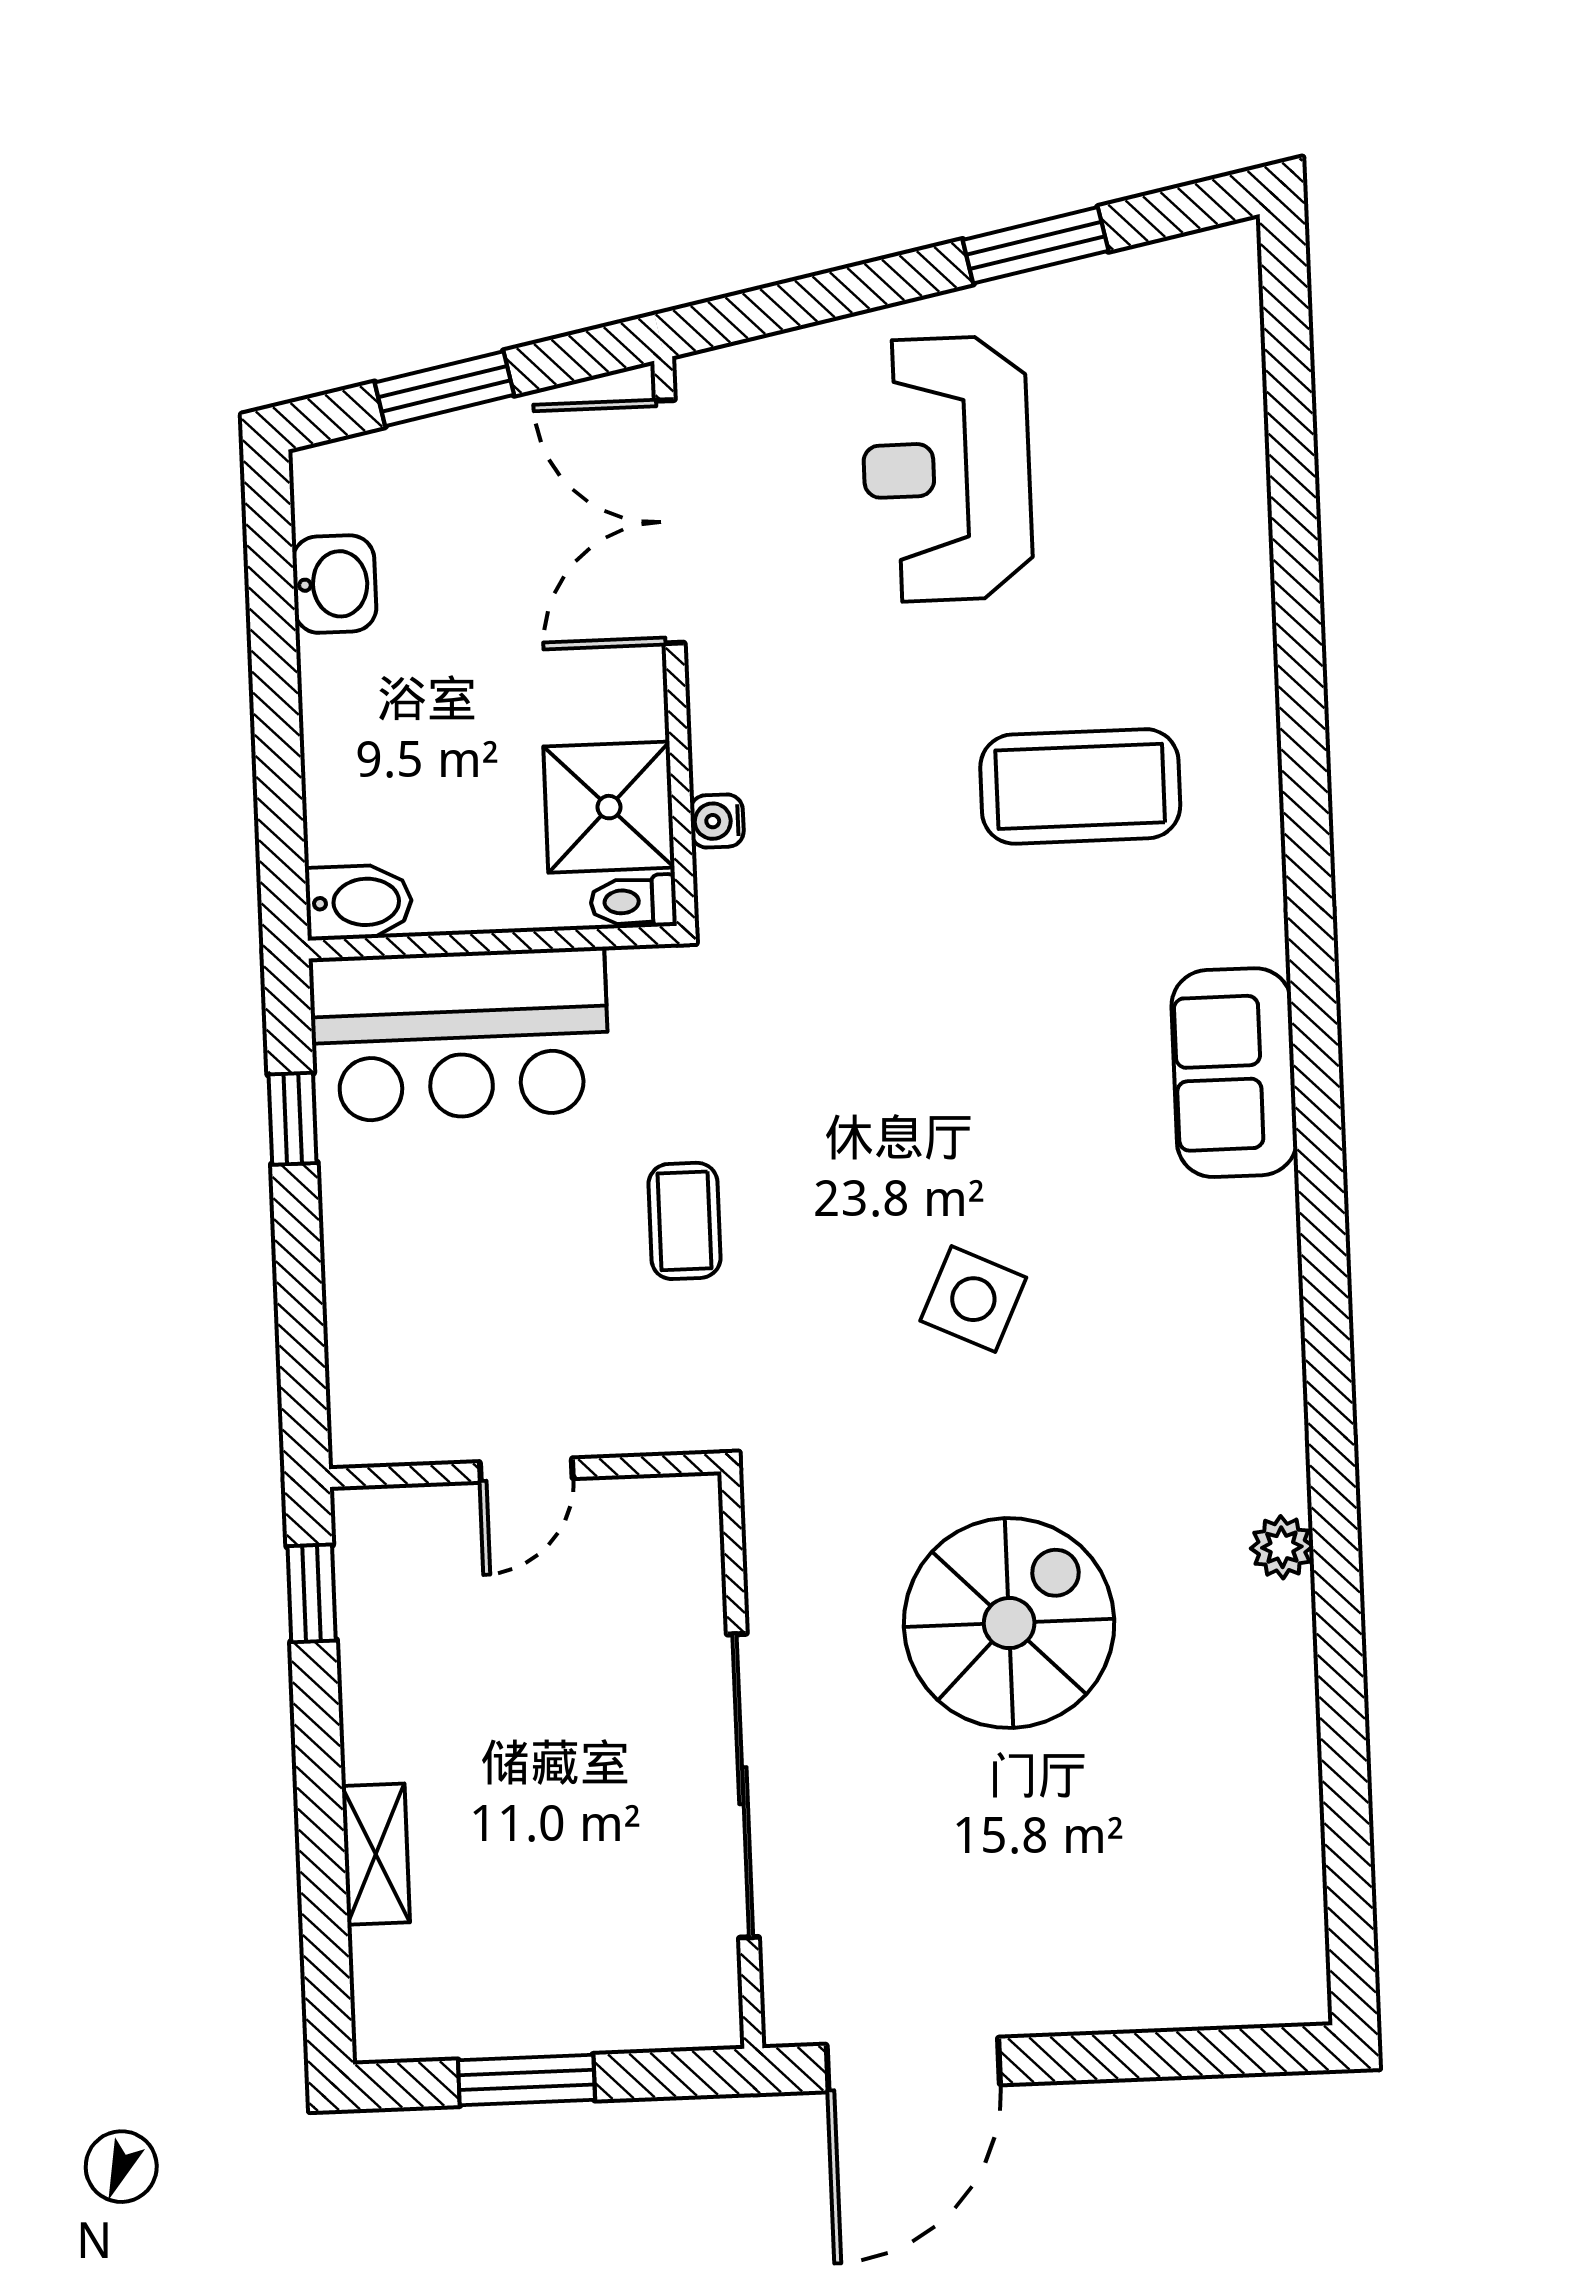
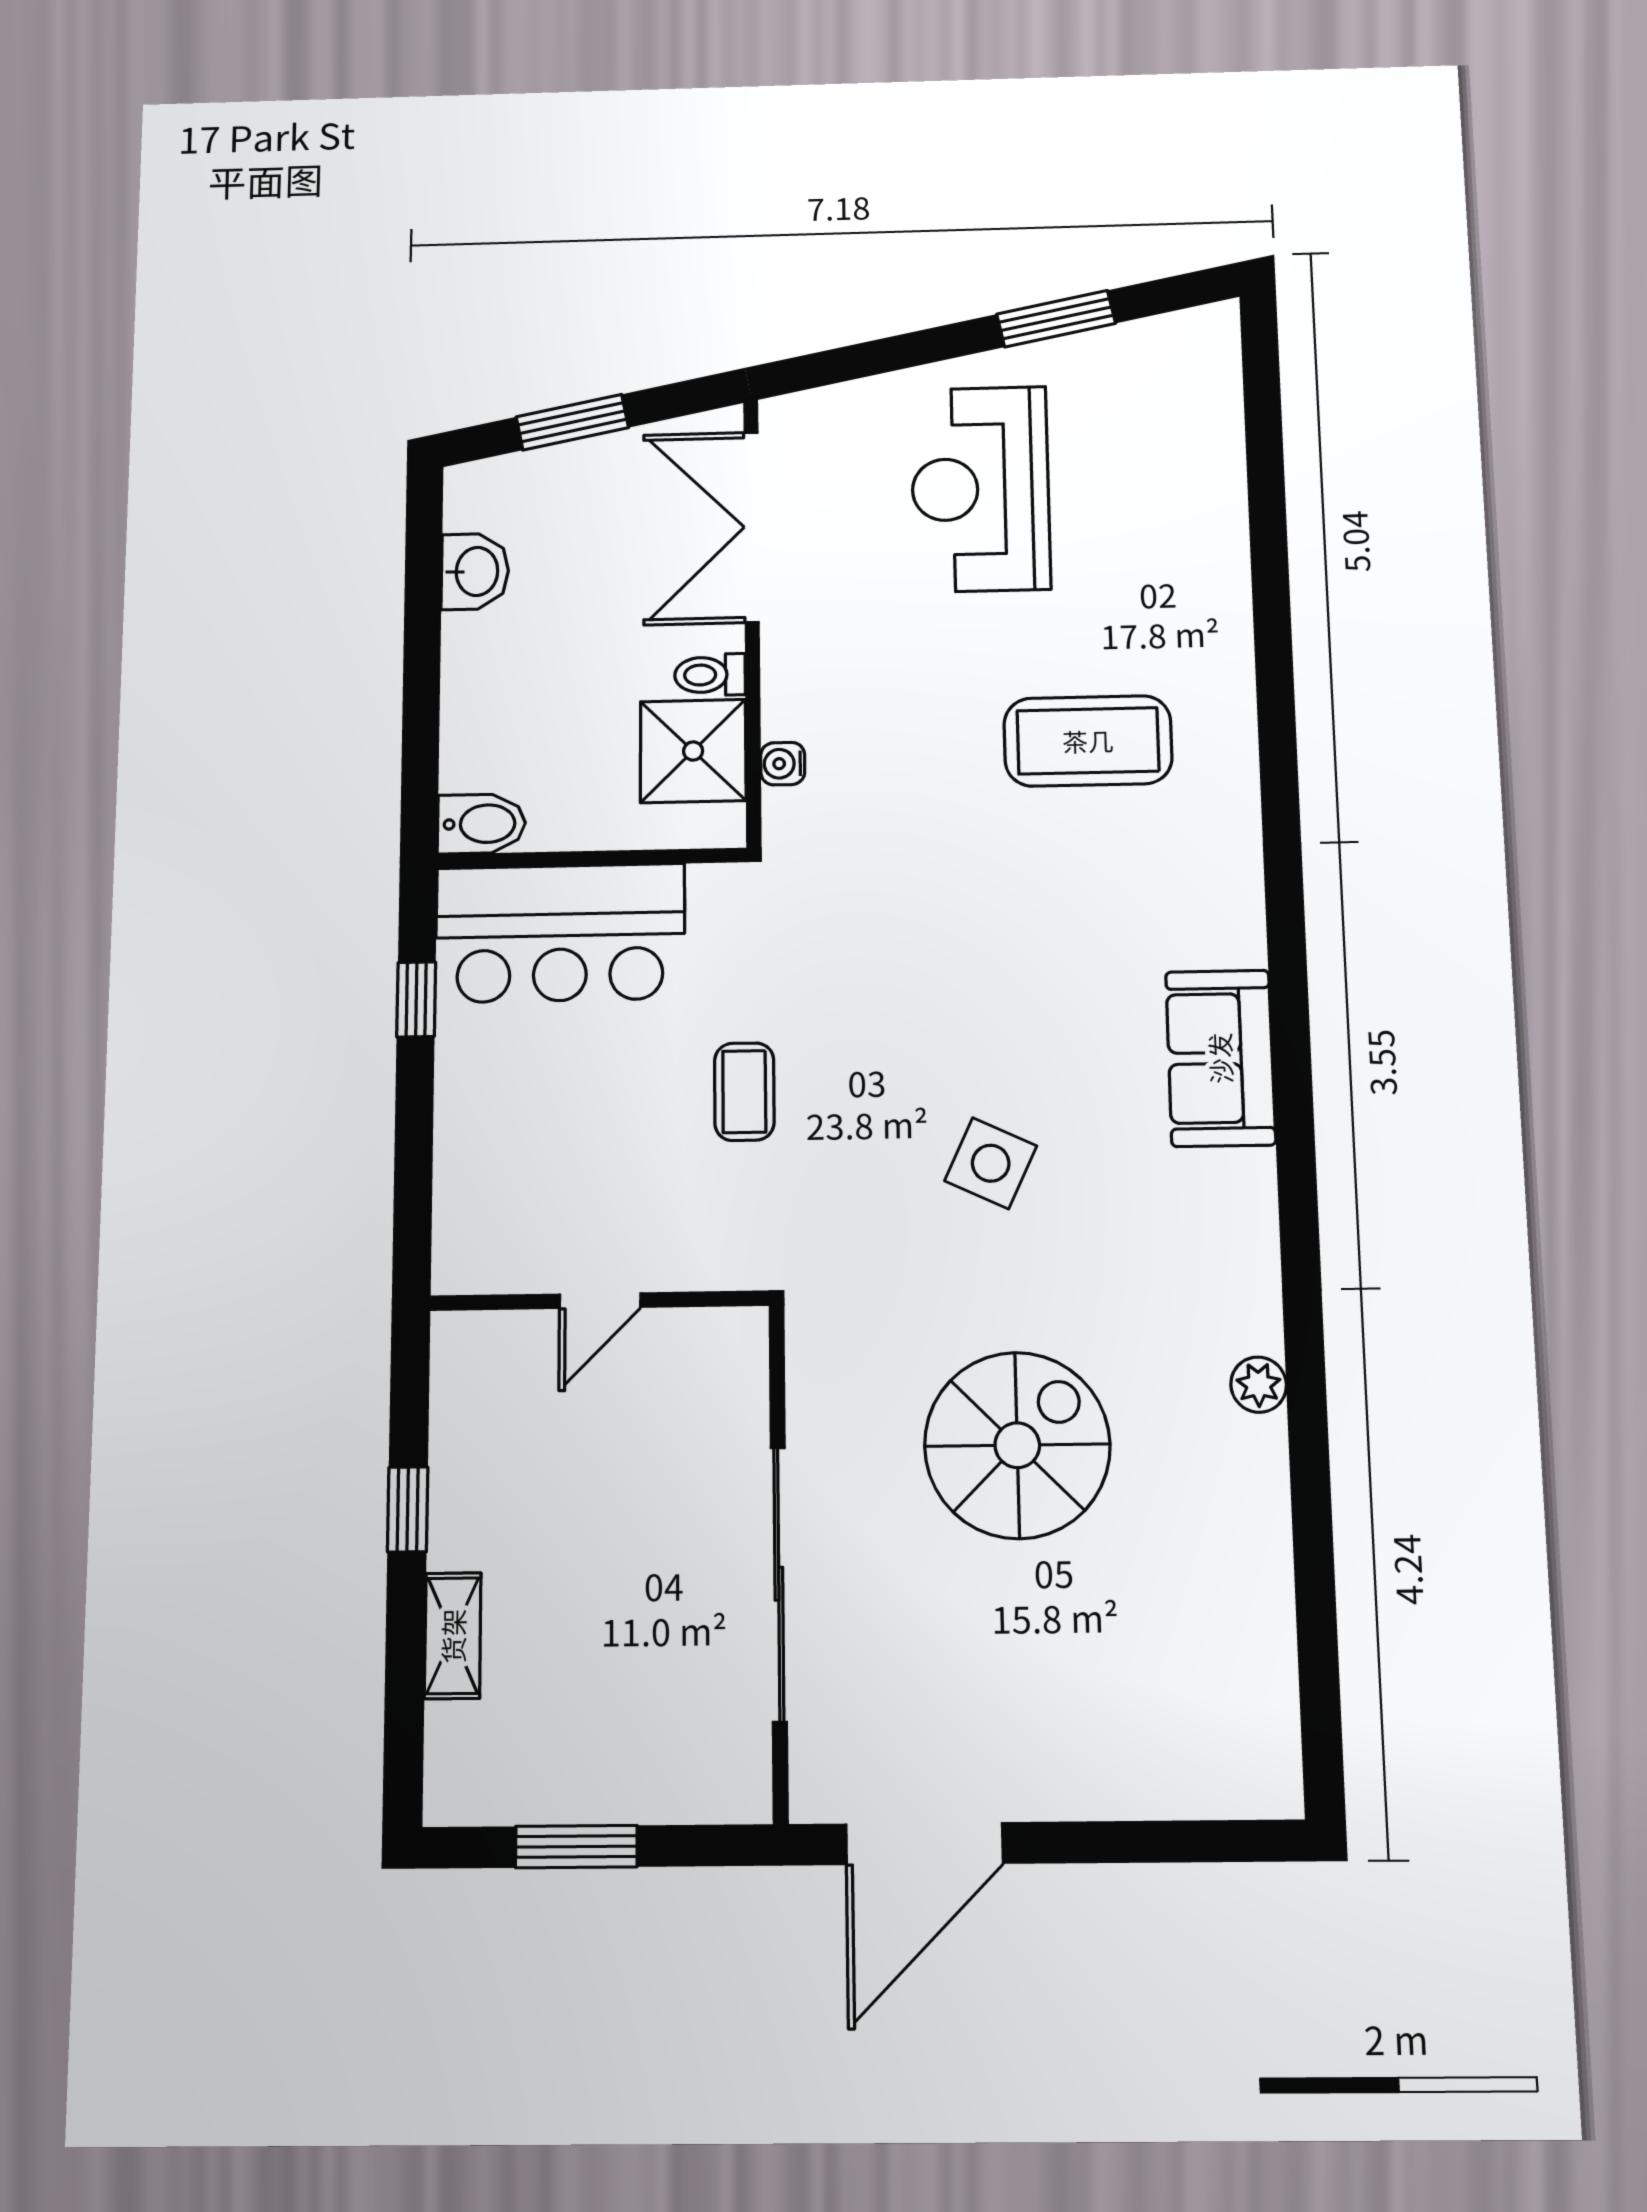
toilet: (633, 901) -> (710, 675), moved
sofa: (1234, 1073) -> (1220, 1058), moved
window: (312, 1593) -> (408, 1509), moved

